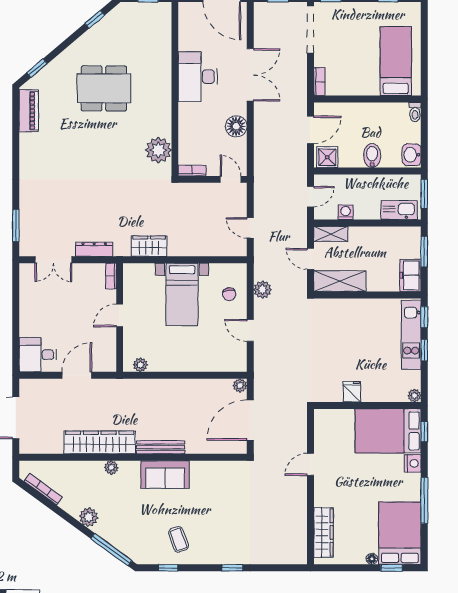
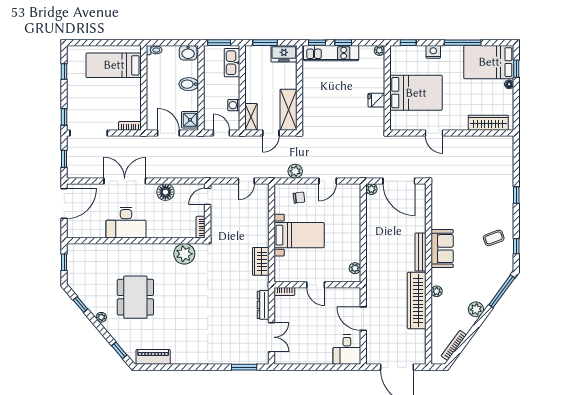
plant: (79, 46) -> (101, 317), added
bed: (388, 431) -> (416, 93), moved, turned -90

